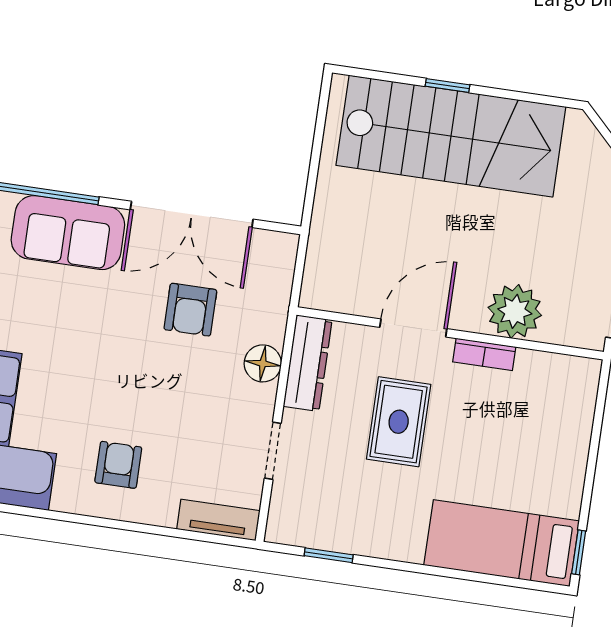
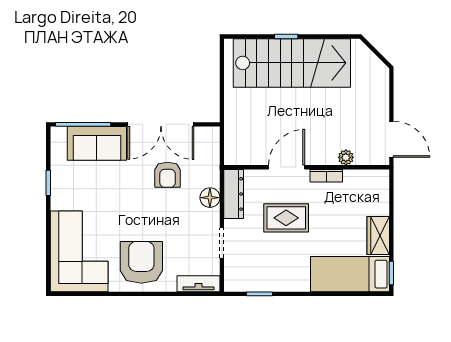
plant: (515, 311) -> (346, 157), width x0.53, depth x0.53
rug: (399, 422) -> (286, 218), turned 90
armchair: (118, 465) -> (141, 262), width x1.88, depth x1.88
wardrobe: (564, 479) -> (378, 236), added

